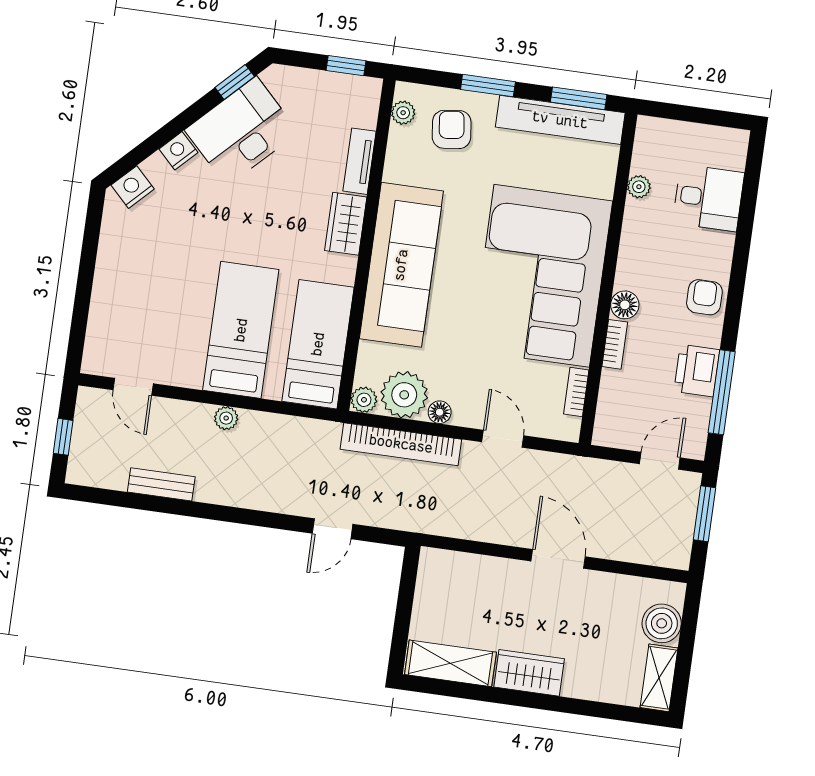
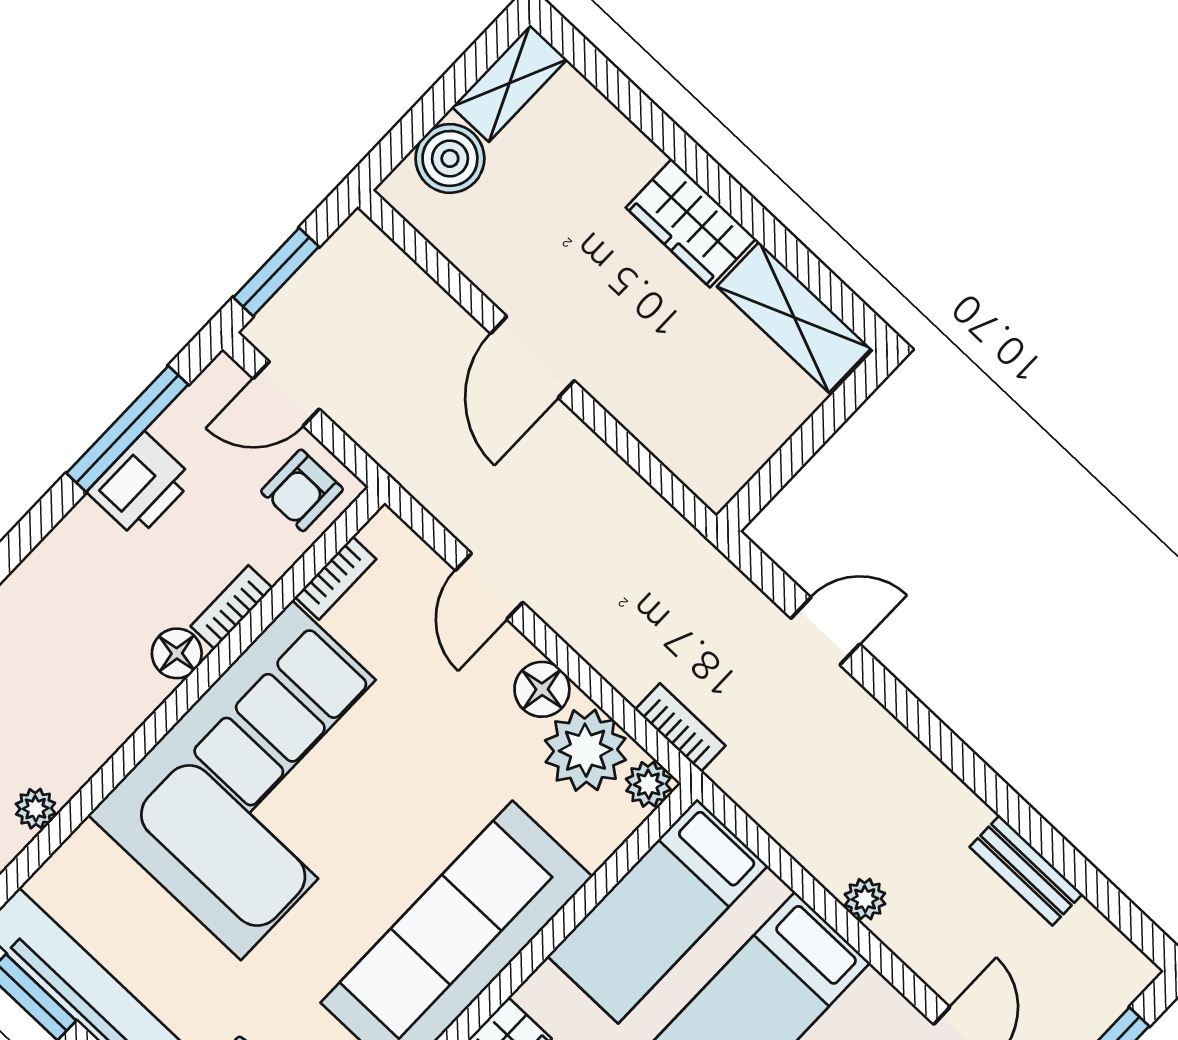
armchair: (704, 297) -> (302, 490), moved
floor lamp: (440, 412) -> (542, 689), width x1.37, depth x1.37
bookcase: (401, 444) -> (680, 728), width x0.43, depth x0.76

